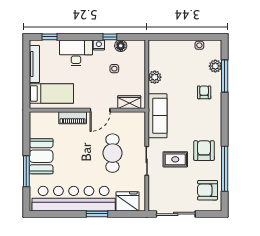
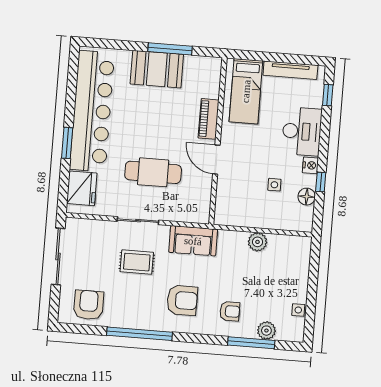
wardrobe: (129, 102) -> (224, 202), removed
sofa: (157, 116) -> (193, 241), width x0.73
armchair: (204, 151) -> (182, 300), moved
rug: (175, 159) -> (137, 262), turned 90
window: (225, 169) -> (139, 334), moved
window: (26, 171) -> (170, 49), moved

